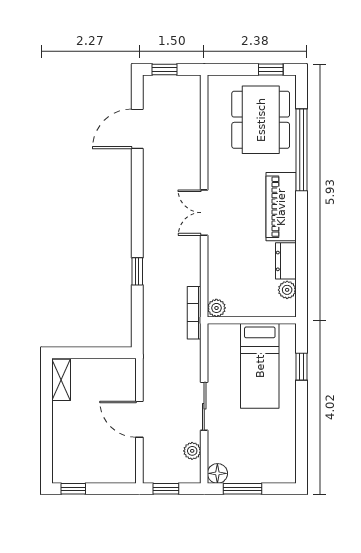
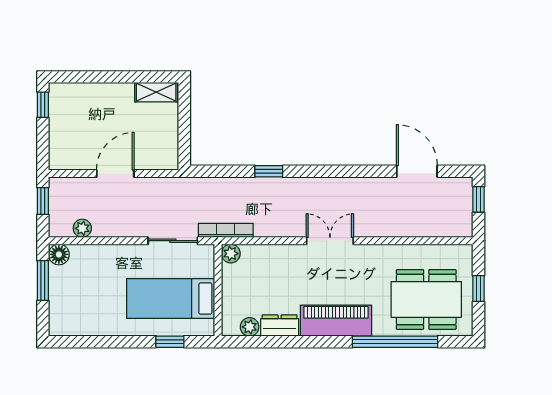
window: (271, 70) -> (478, 288), moved
sliding door: (204, 406) -> (173, 241), moved

